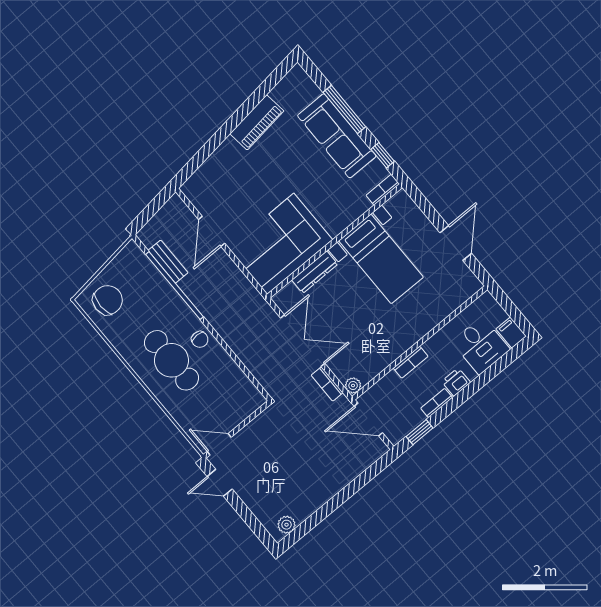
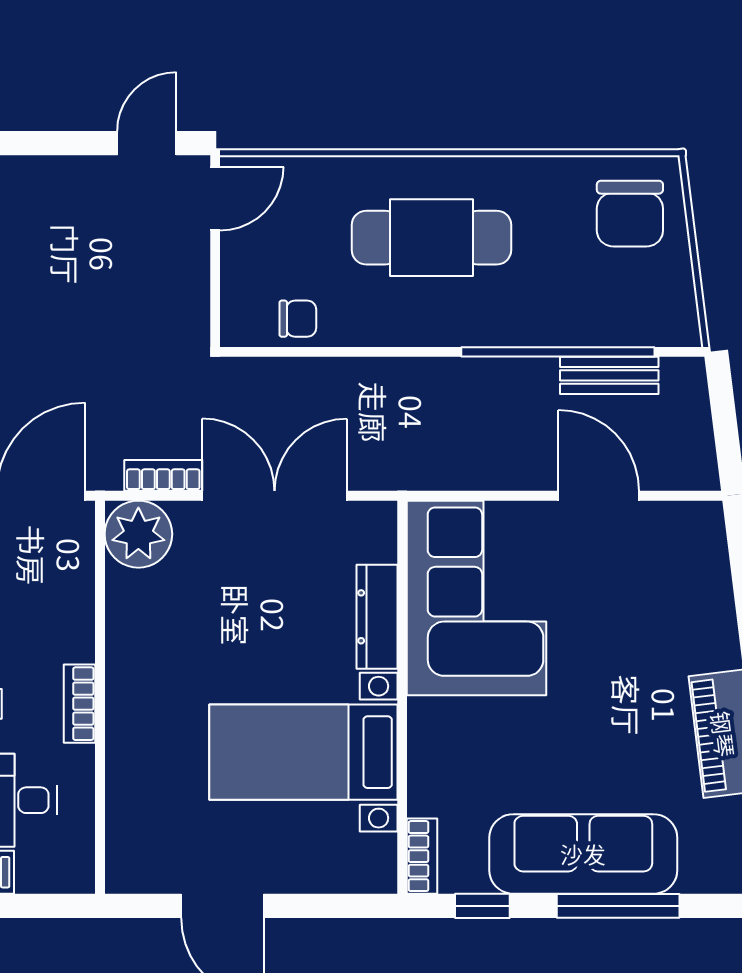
chair: (200, 339) -> (298, 319), moved, turned 180
double door: (303, 341) -> (275, 496), swing flipped
bookcase: (411, 362) -> (80, 704), moved
plant: (353, 386) -> (138, 534), width x1.87, depth x1.87

